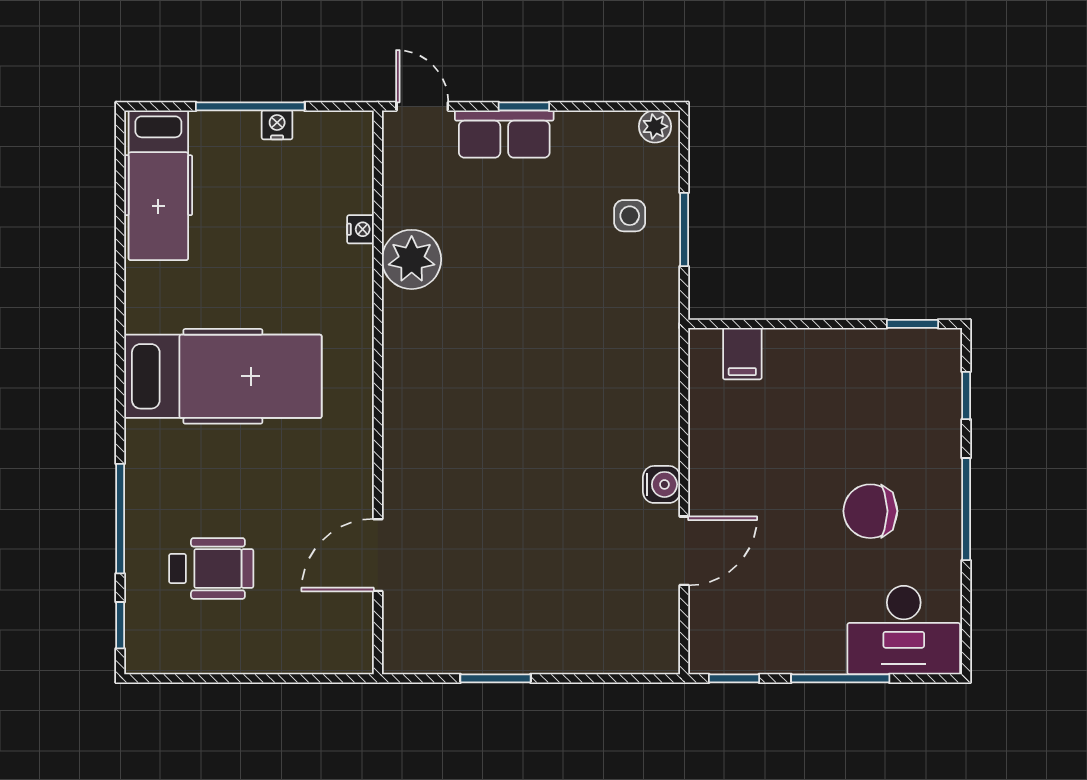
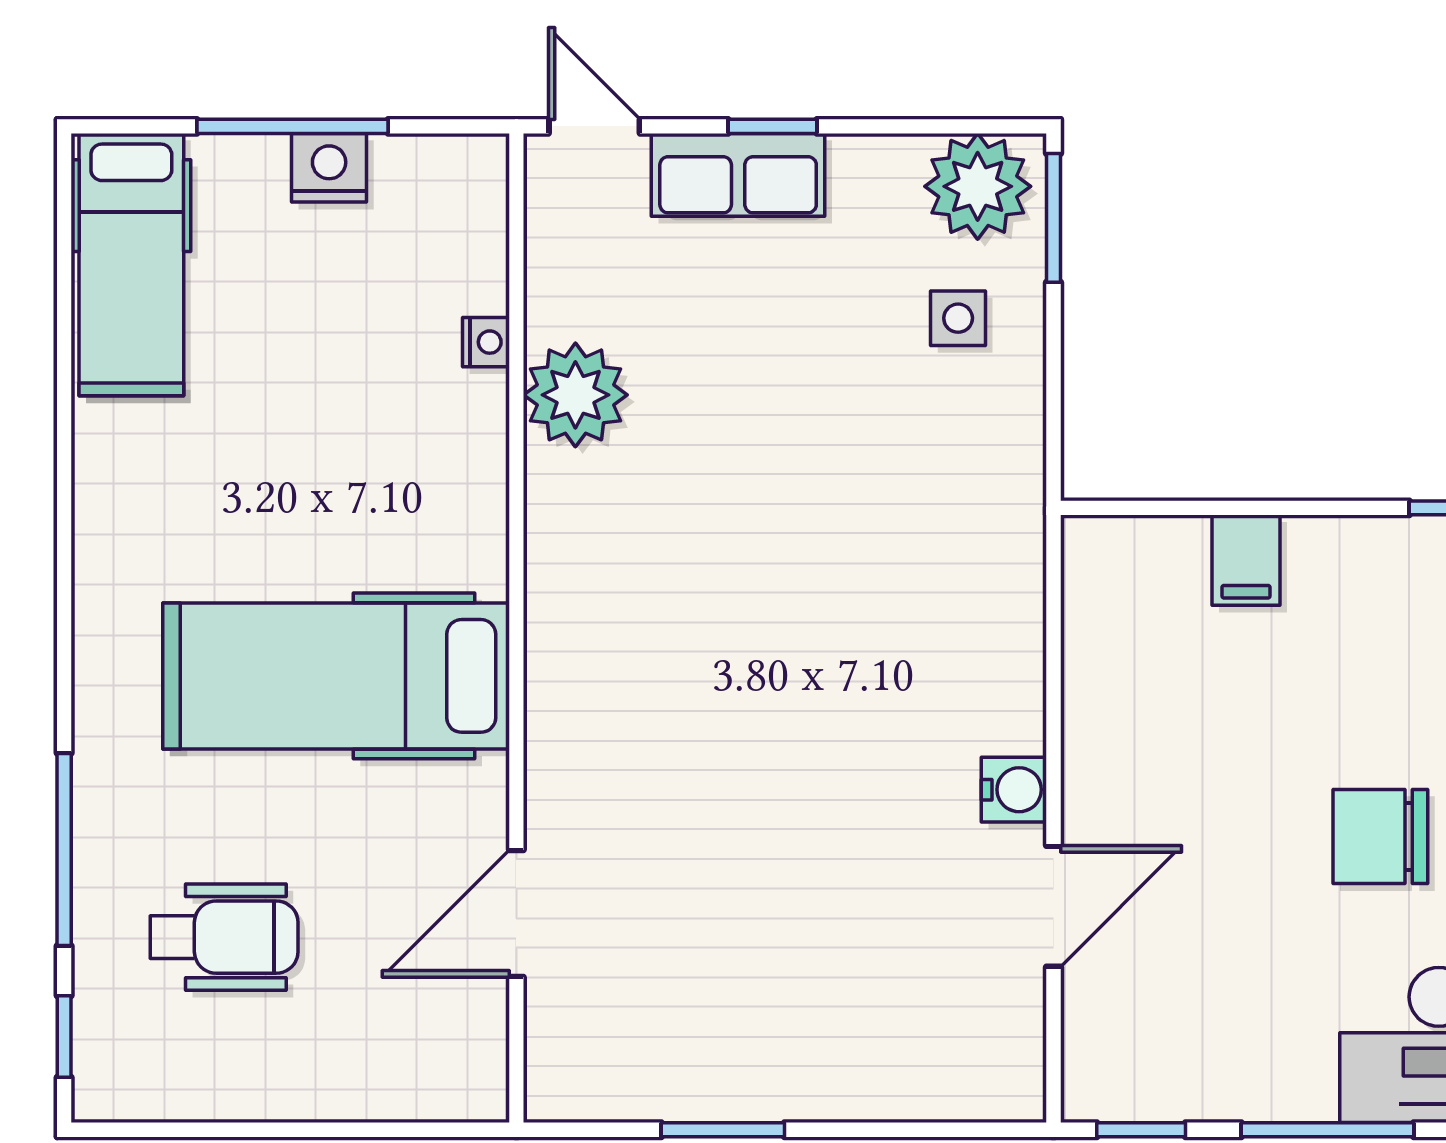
nightstand: (277, 125) -> (329, 168), width x1.39, depth x1.35
plant: (655, 126) -> (978, 186), width x1.87, depth x1.87
window: (684, 229) -> (1054, 218), moved
filing cabinet: (742, 354) -> (1246, 560), moved
hospital bed: (223, 376) -> (336, 676), moved, turned 180

